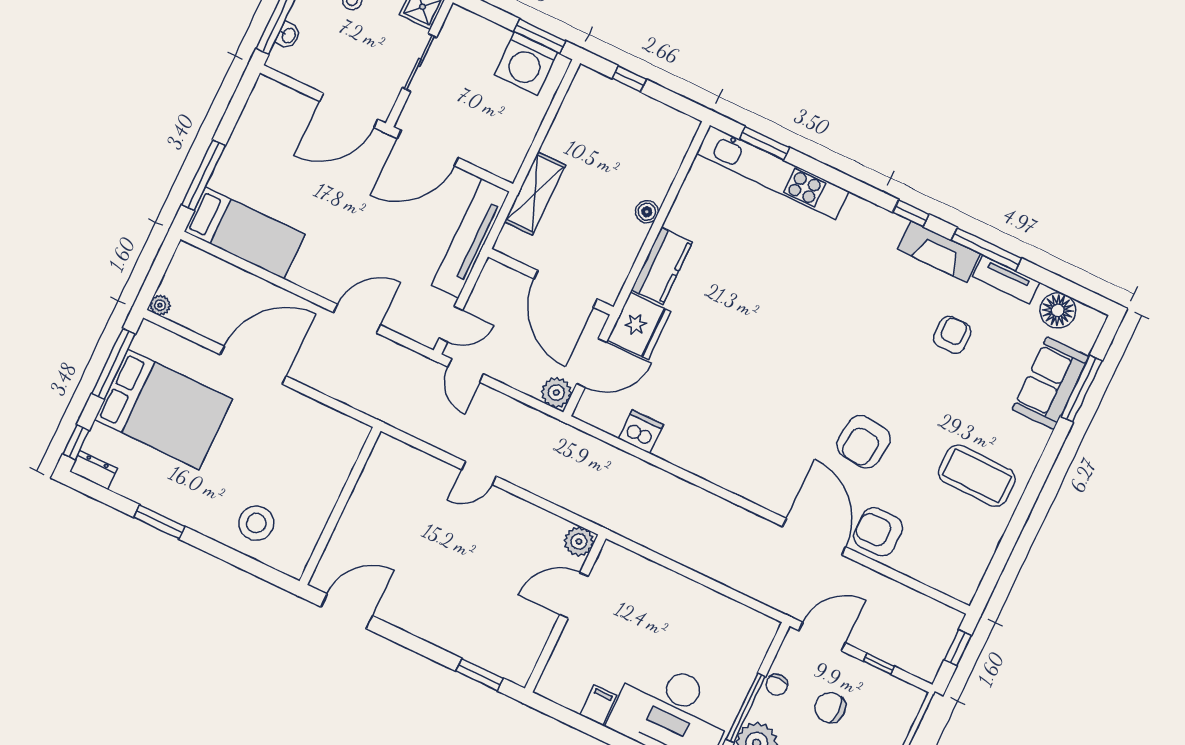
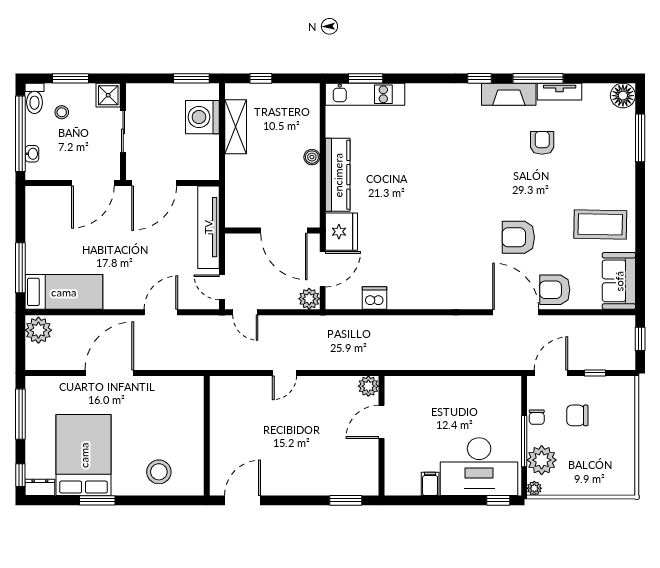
washing machine: (526, 64) -> (202, 117), moved, turned 90
kitchen unit: (772, 172) -> (365, 94), width x0.73
shelving: (535, 193) -> (236, 127), moved
kitchen counter: (662, 266) -> (338, 175), width x1.50
plant: (160, 305) -> (38, 330), moved, width x1.87, depth x1.87
floor lamp: (1058, 310) -> (623, 96), moved
door: (451, 324) -> (222, 287), swing flipped
sofa: (1050, 383) -> (619, 281), moved
bed: (163, 409) -> (84, 455), moved, turned -90
armchair: (863, 442) -> (518, 237), turned 83

